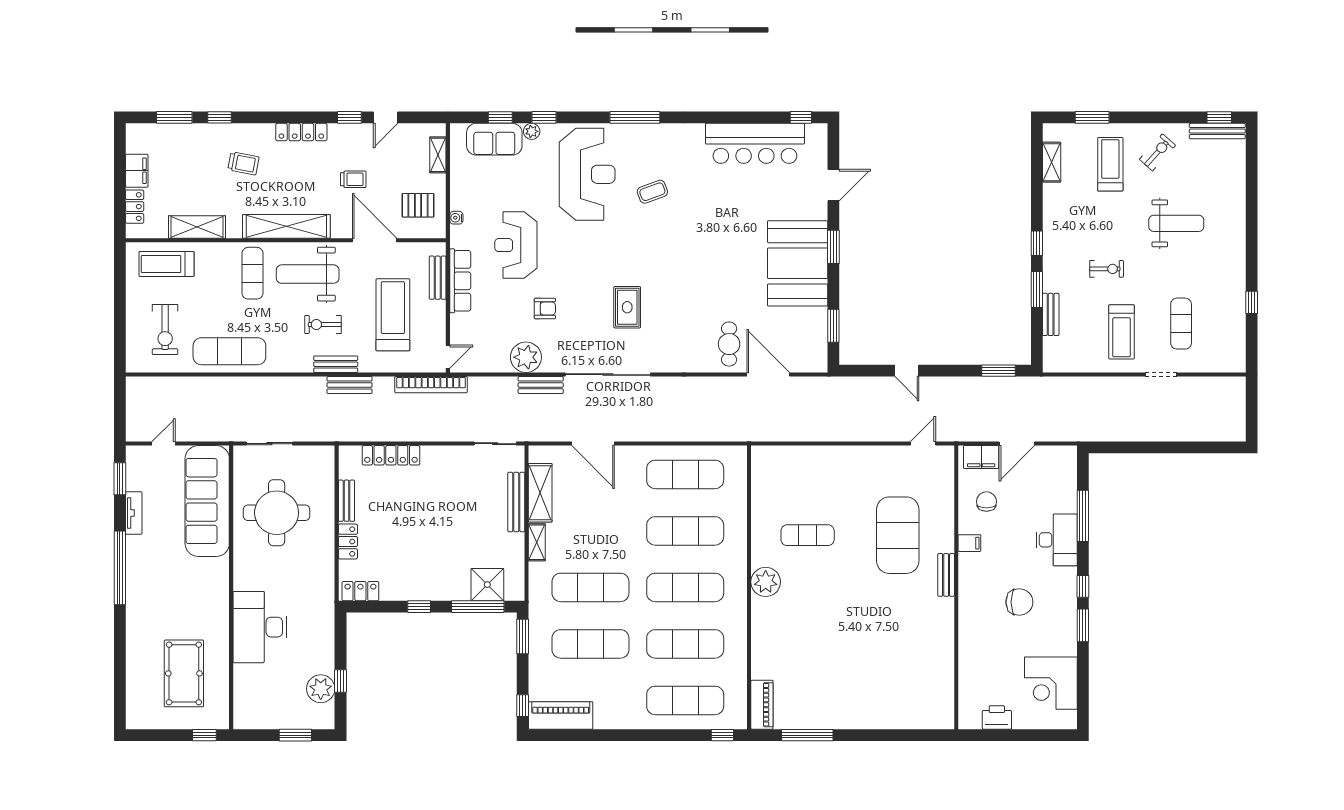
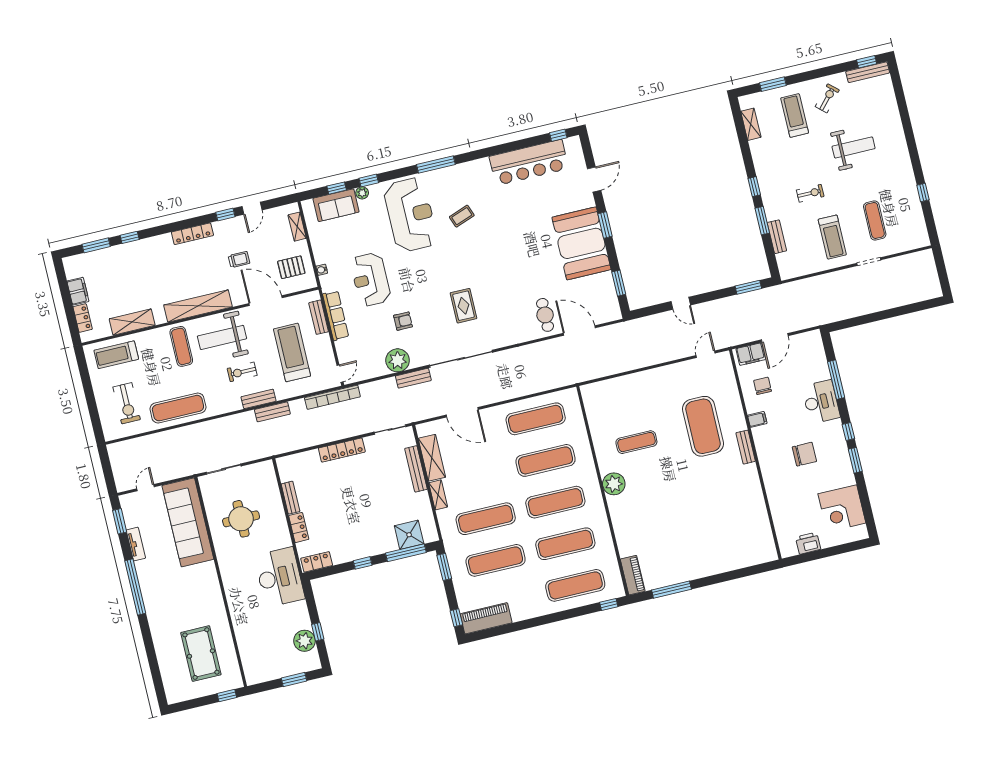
trolley: (243, 163) -> (155, 267), removed
locker: (391, 455) -> (342, 450), moved
round table: (277, 513) -> (241, 519), width x0.73, depth x0.73
desk: (260, 627) -> (279, 577), moved, turned 180

